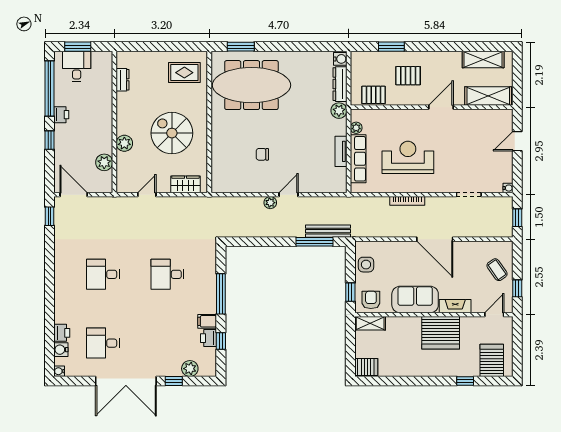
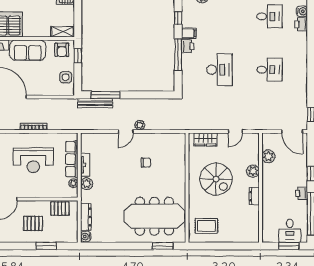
dresser: (123, 80) -> (254, 196), moved
plant: (339, 111) -> (87, 184), moved
desk: (167, 274) -> (219, 70), width x1.37
printer: (209, 338) -> (188, 46), moved

